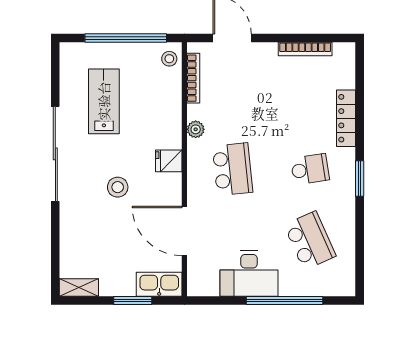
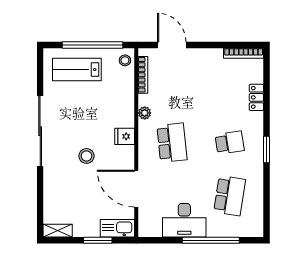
bookcase: (305, 49) -> (244, 53), moved
lab bench: (104, 101) -> (77, 70), moved, turned -90
locker: (346, 118) -> (256, 97), width x0.66
school desk: (310, 240) -> (230, 196), turned 33

